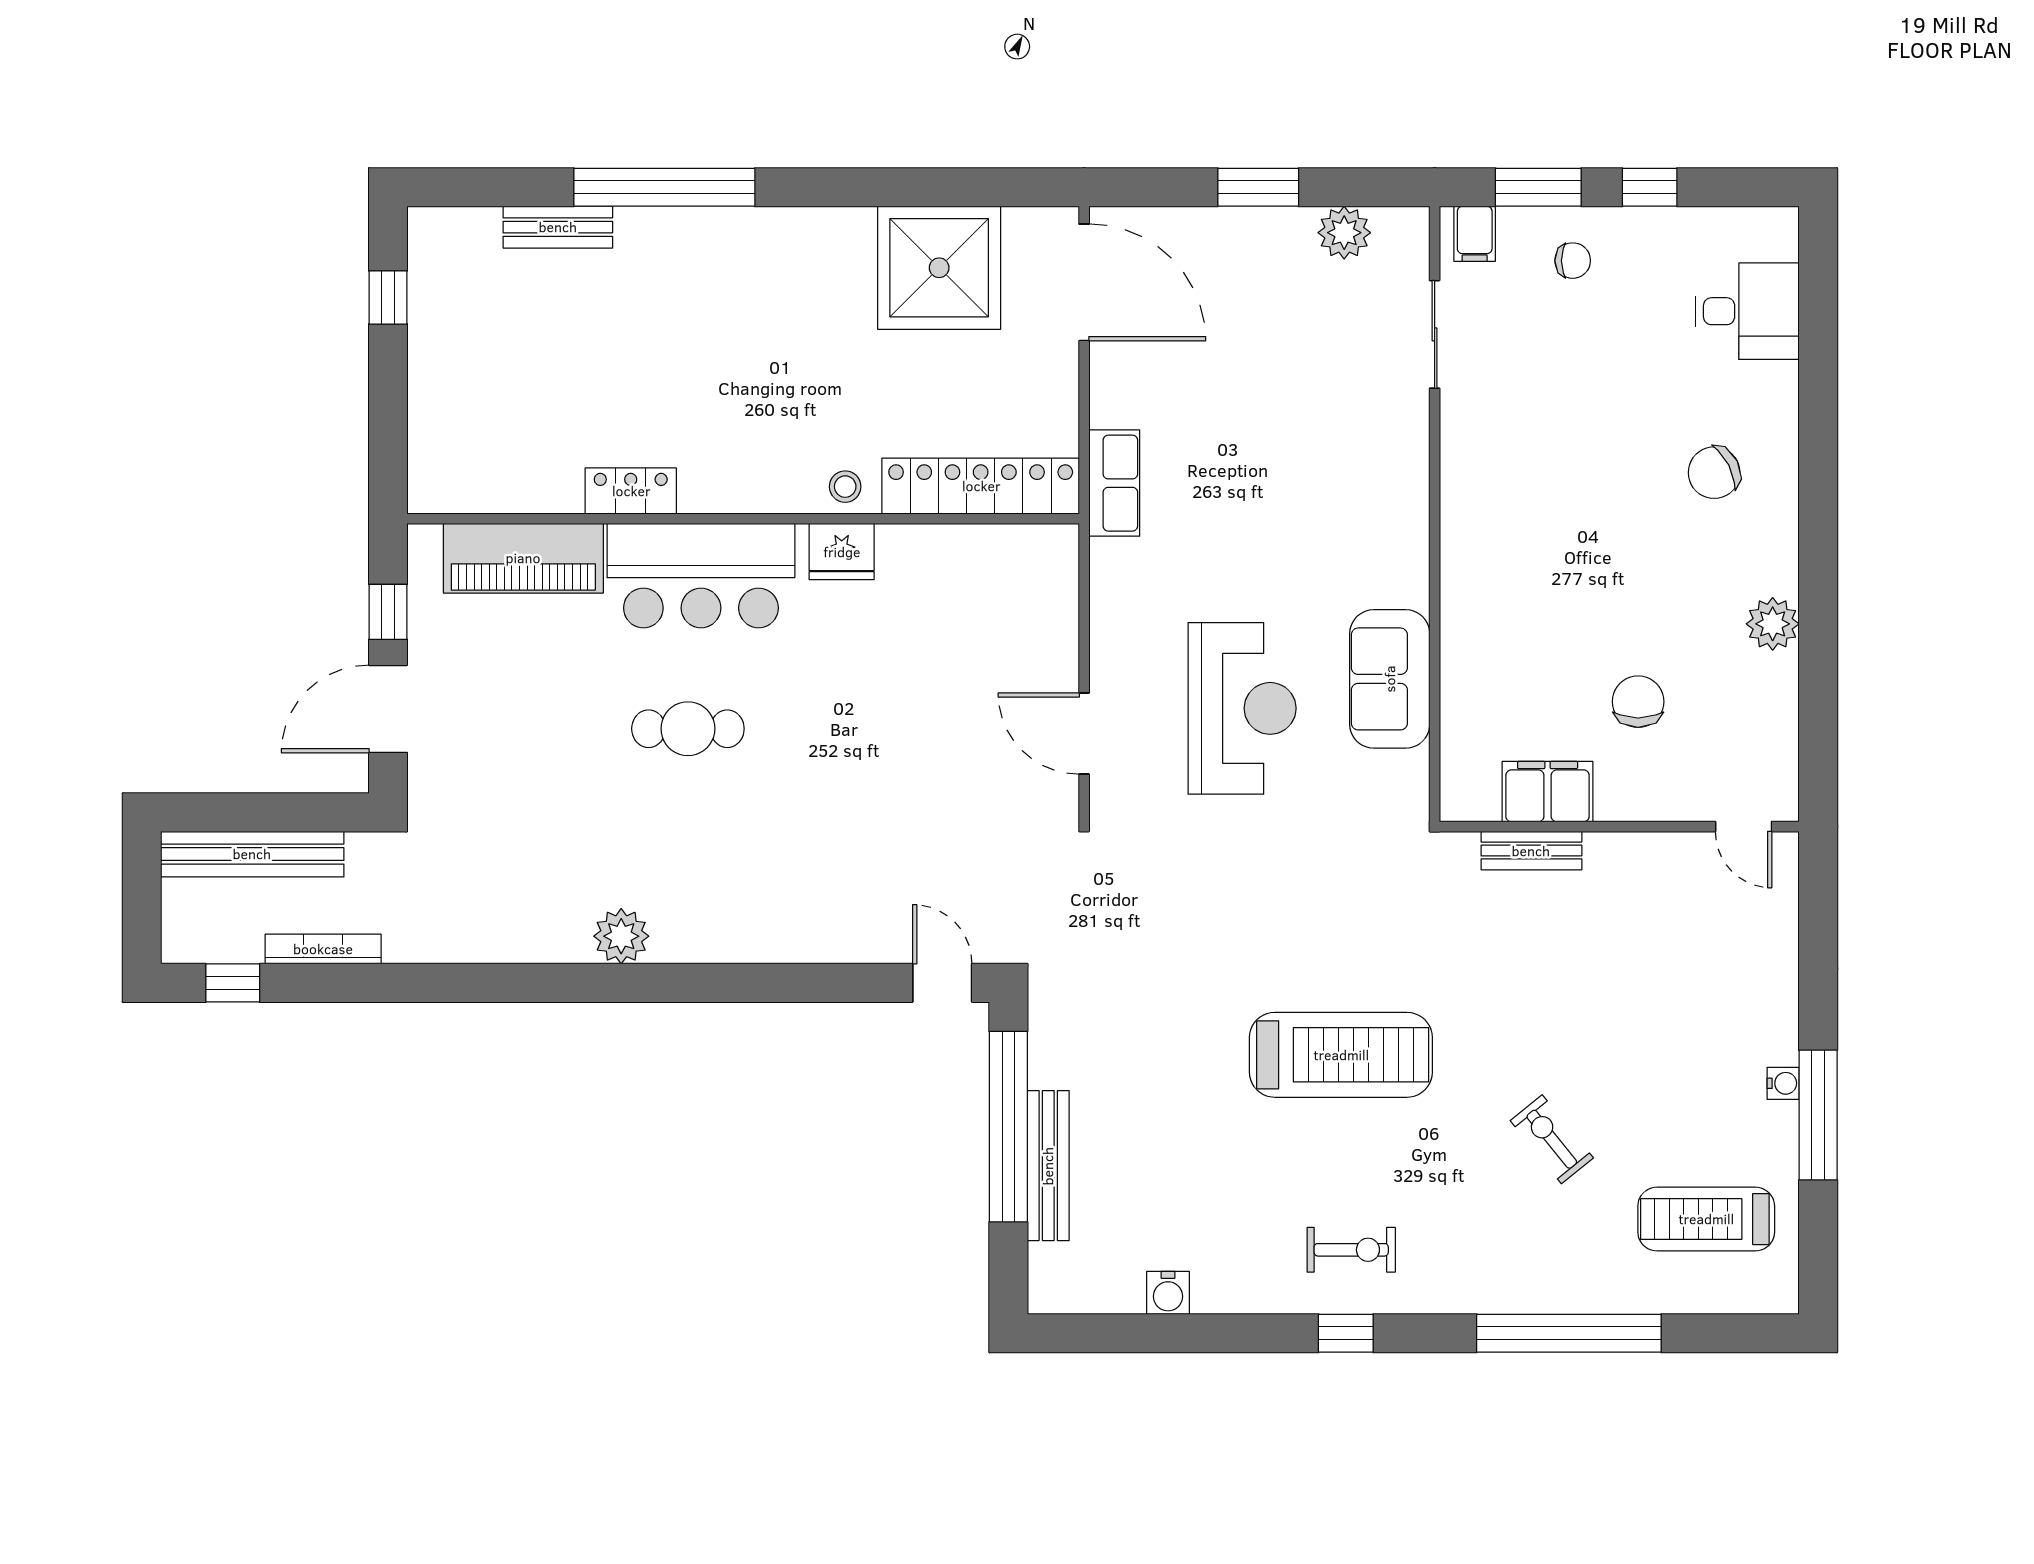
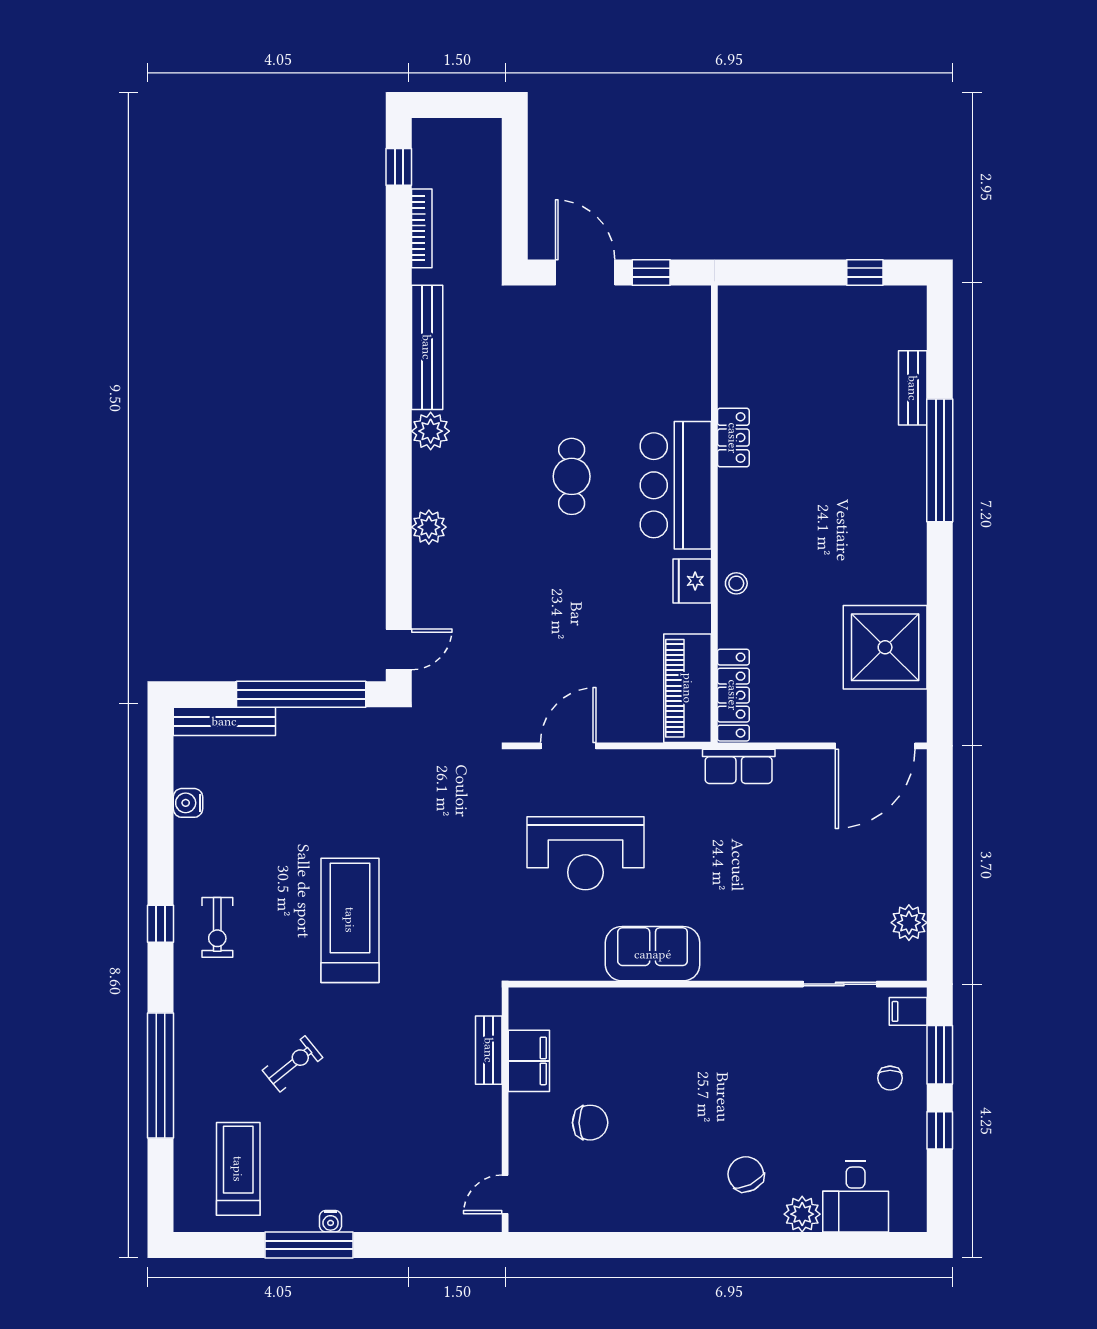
window: (1258, 187) -> (940, 864), removed
locker: (981, 486) -> (733, 695), width x0.71, depth x0.83
piano: (523, 558) -> (688, 688), moved
plant: (1773, 624) -> (802, 1214), moved
sofa: (1390, 679) -> (653, 954), moved
bench: (252, 854) -> (427, 347), moved
plant: (762, 939) -> (429, 527), added
treadmill: (1341, 1055) -> (350, 920), turned 180
bench: (1048, 1166) -> (224, 721), moved

